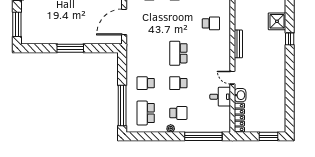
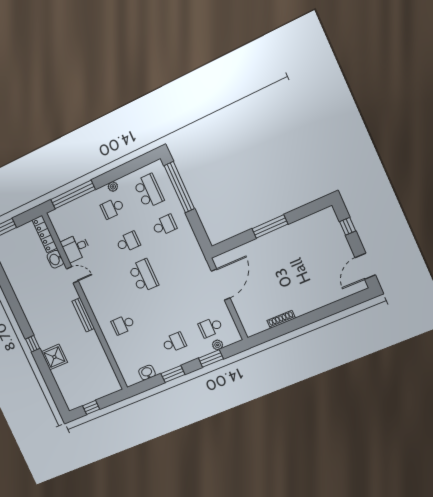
window: (17, 24) -> (348, 226), width x0.46

